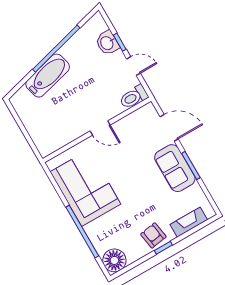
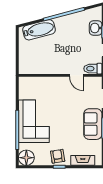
bathtub: (48, 76) -> (39, 30), moved
door: (100, 128) -> (76, 75), moved
corner sofa: (85, 188) -> (34, 121), moved

